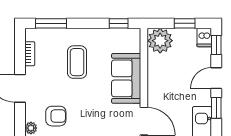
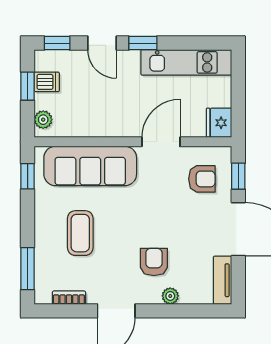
dishwasher: (204, 38) -> (47, 82), moved
plant: (160, 41) -> (43, 120), width x0.53, depth x0.53
coffee table: (77, 62) -> (80, 233), turned 90
sofa: (126, 78) -> (90, 166), width x1.36

